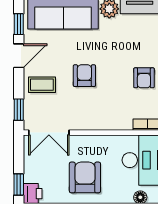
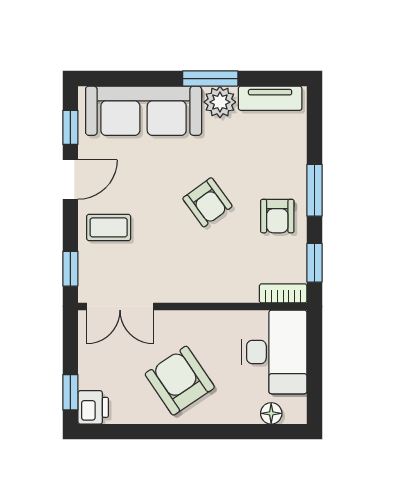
armchair: (84, 76) -> (207, 202), moved, turned 144
armchair: (85, 177) -> (180, 381), turned -34

